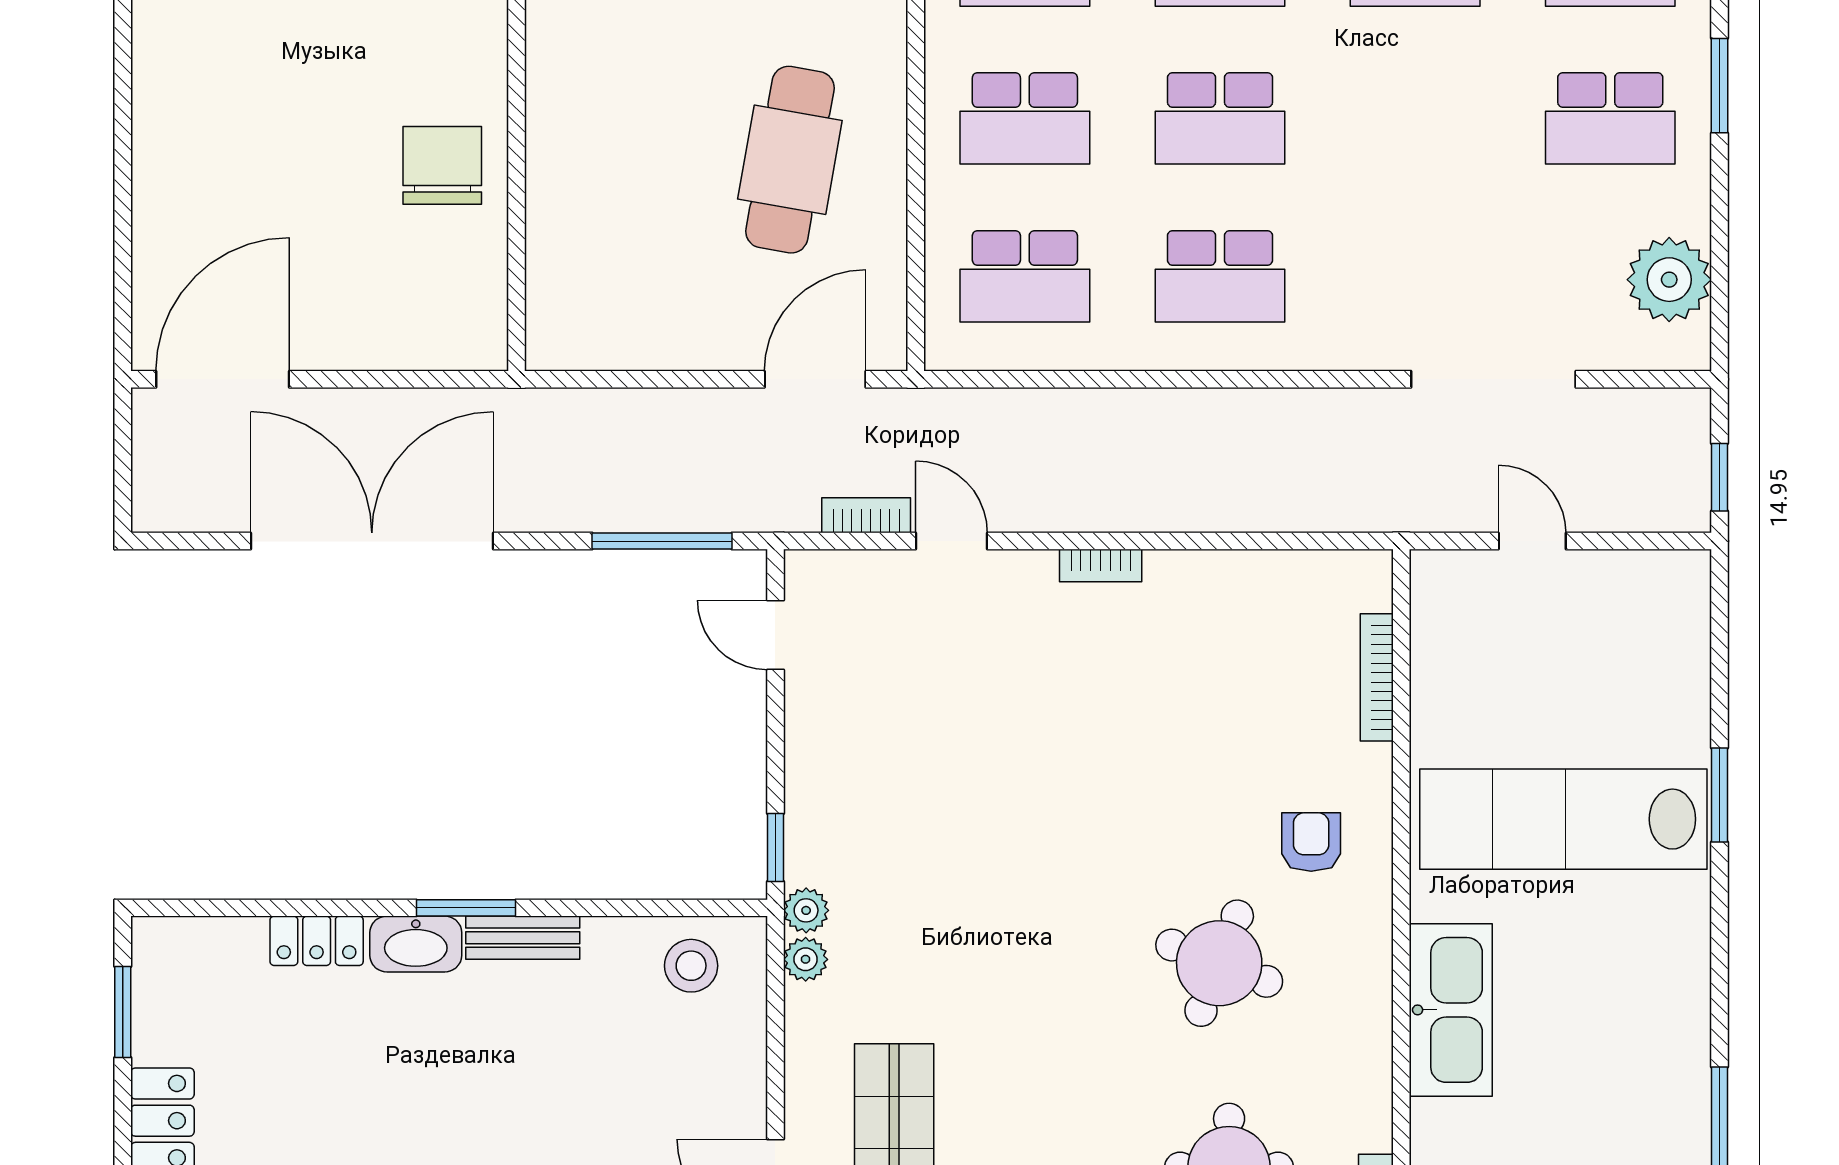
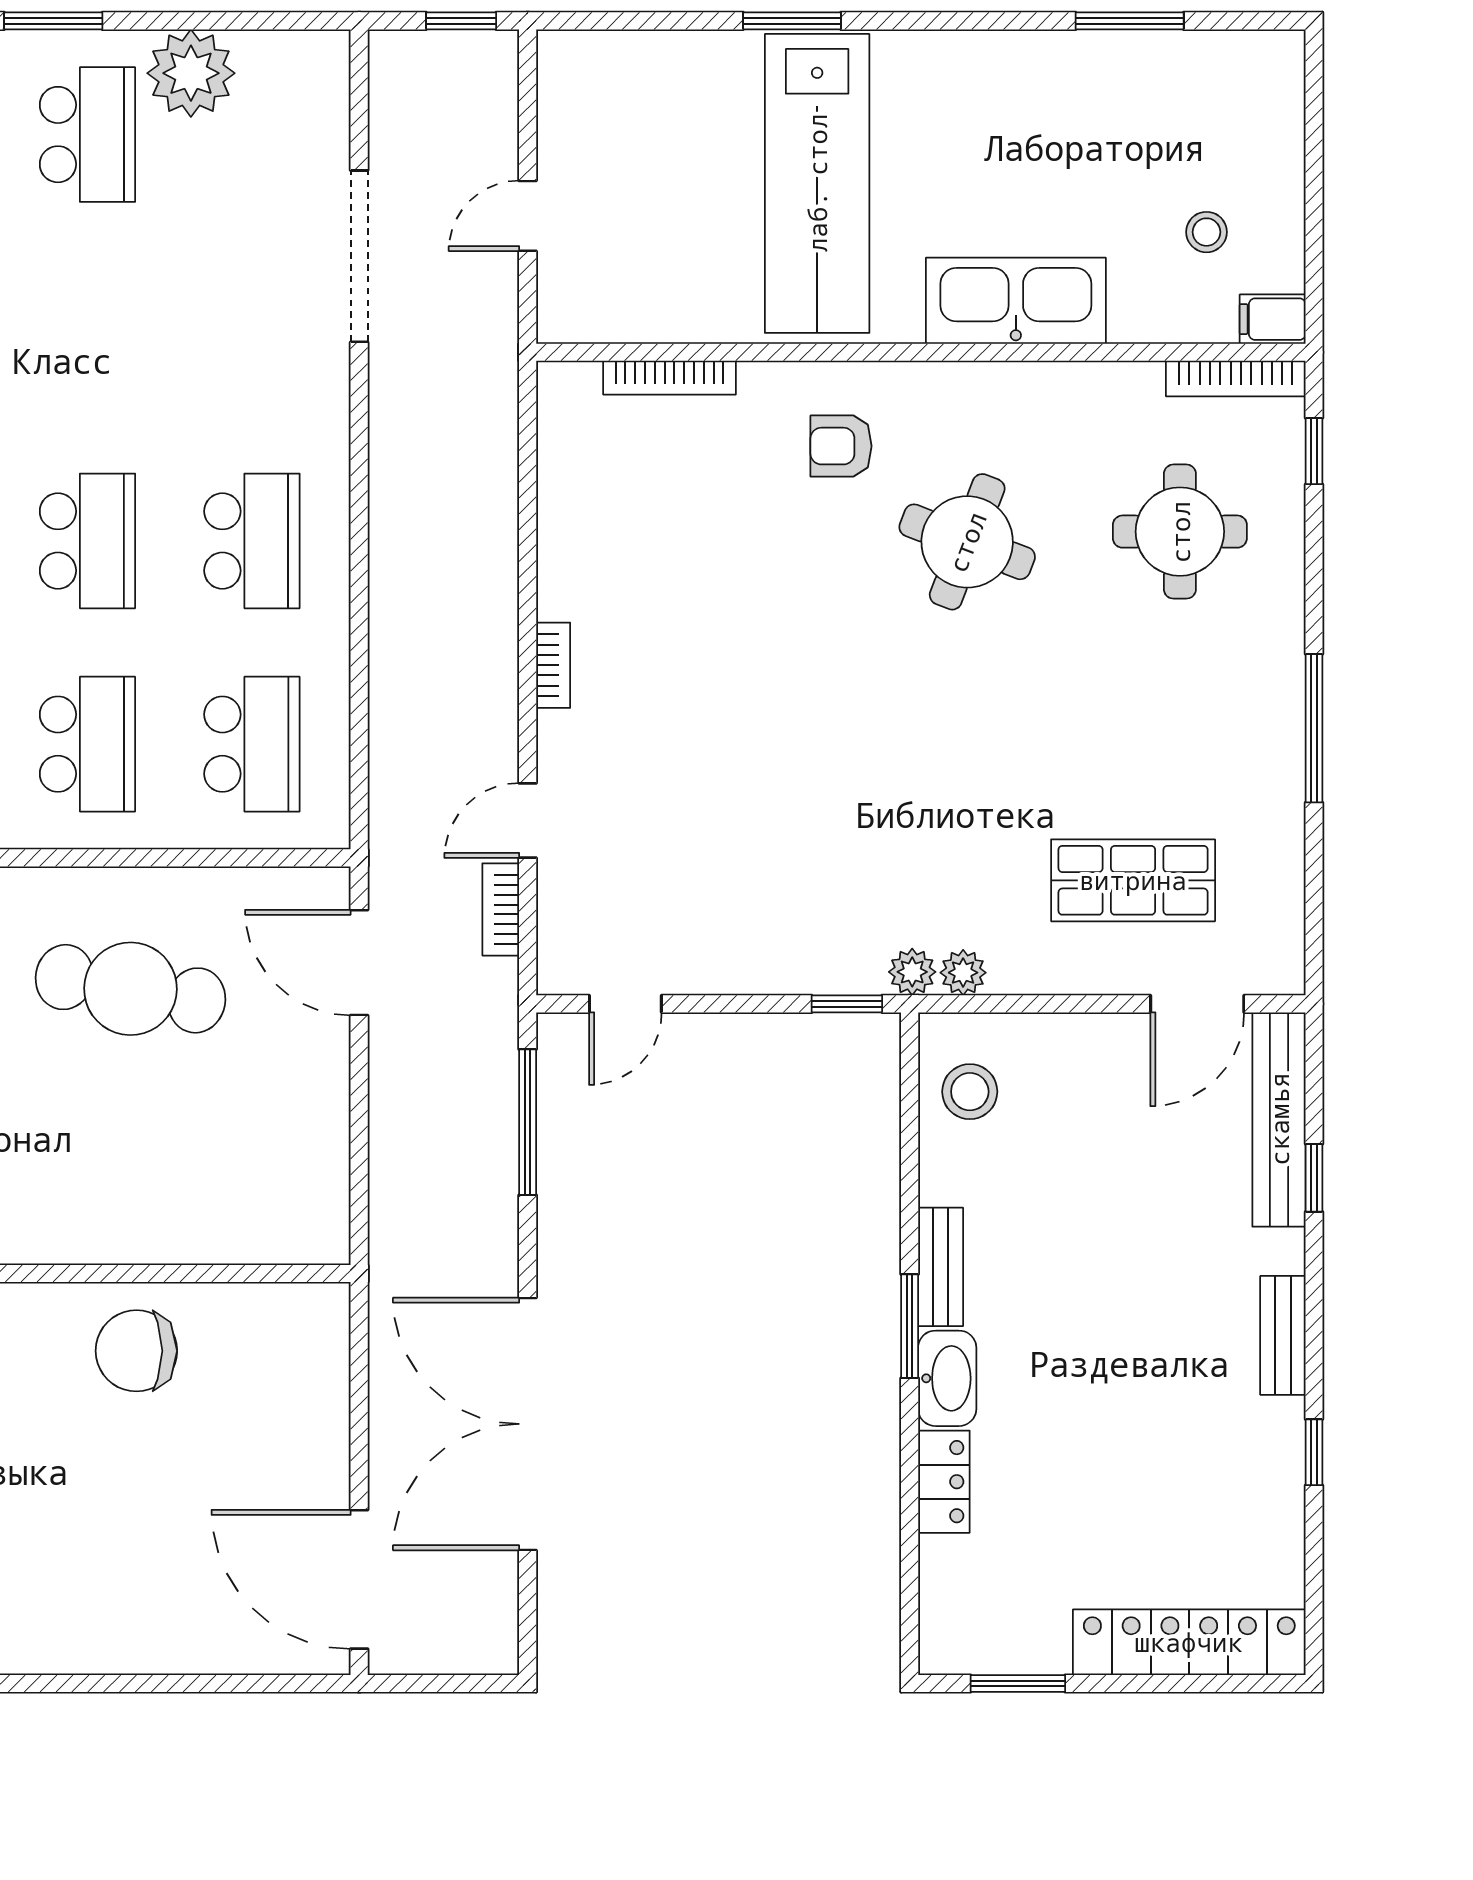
plant: (1669, 280) -> (191, 73), moved

